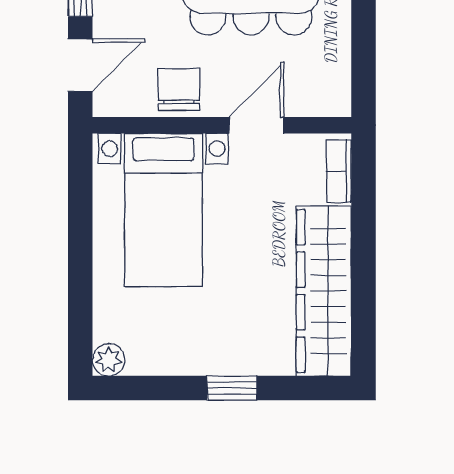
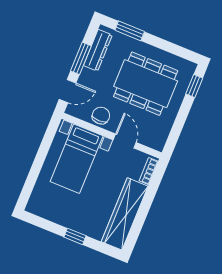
door: (256, 125) -> (125, 141), hinge flipped
plant: (109, 360) -> (33, 207), removed

